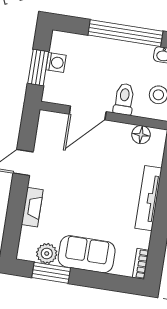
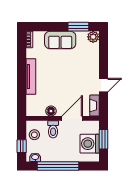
washing machine: (56, 62) -> (90, 144), width x1.89, depth x1.89
floor lamp: (141, 135) -> (51, 111), moved
fireplace: (32, 207) -> (94, 106), moved
plant: (47, 254) -> (93, 37), moved

